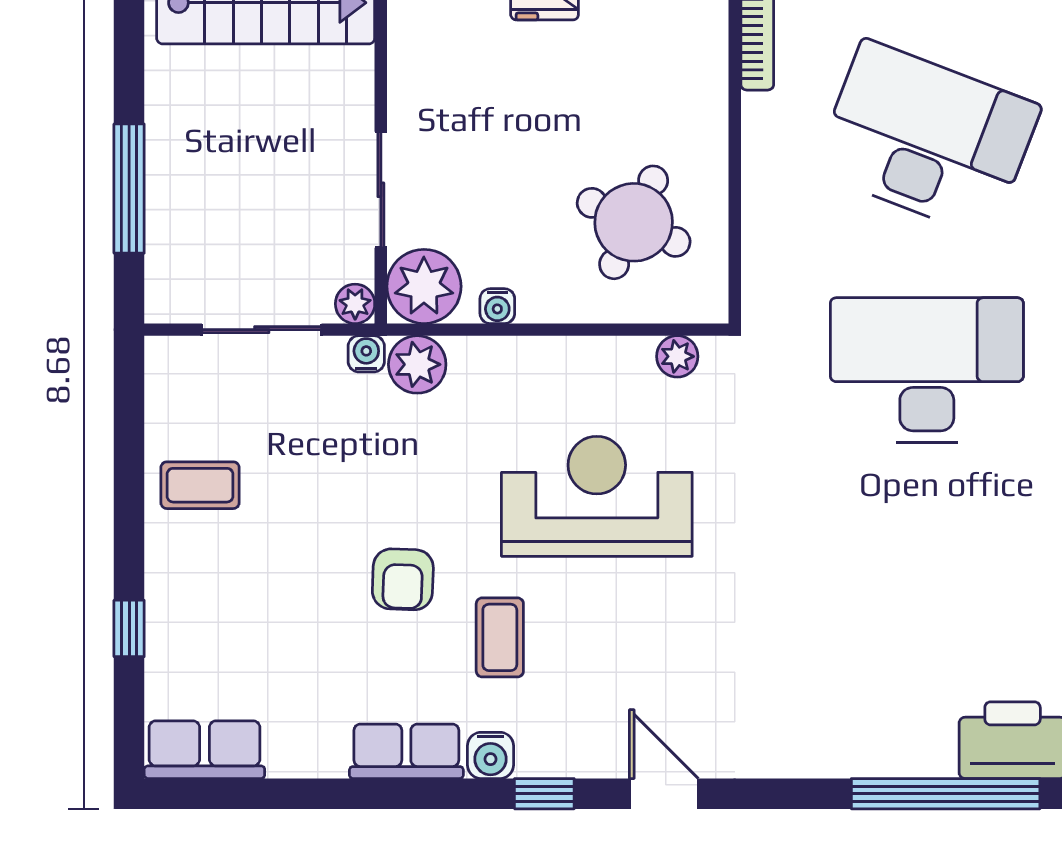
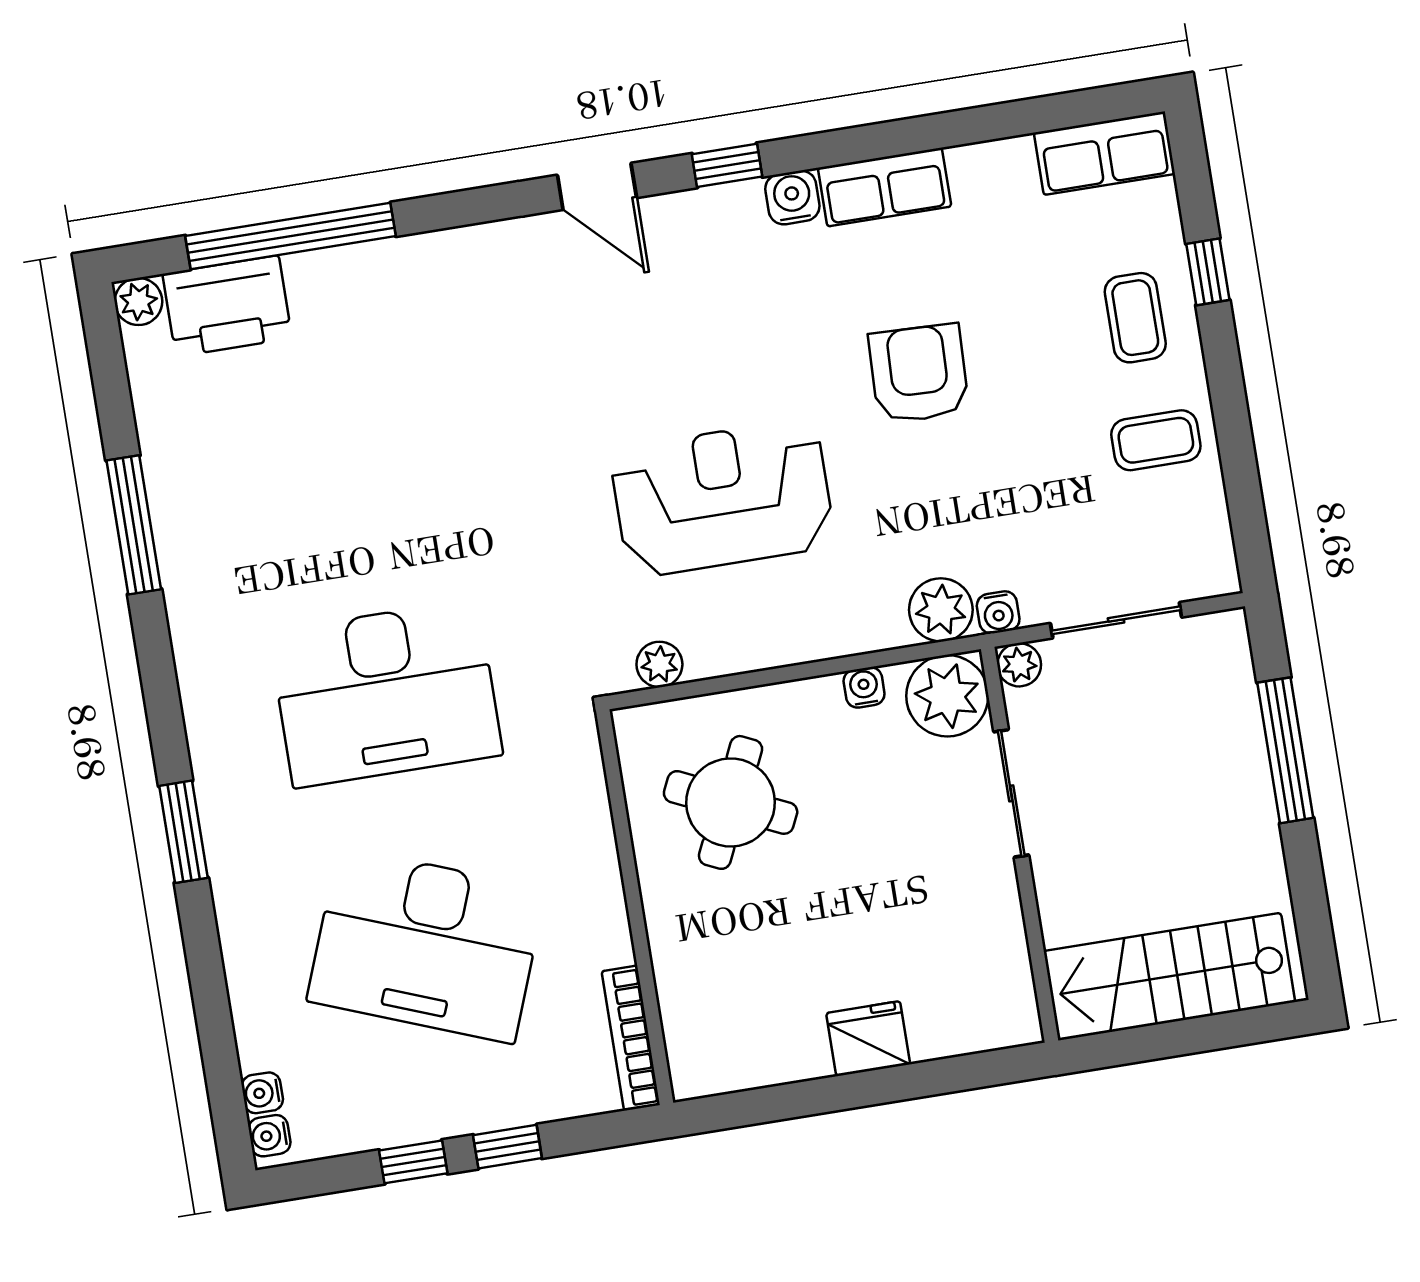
reception desk: (597, 496) -> (722, 498), turned 180
armchair: (403, 579) -> (919, 374), width x1.38, depth x1.38
coffee table: (500, 637) -> (1135, 318), moved

